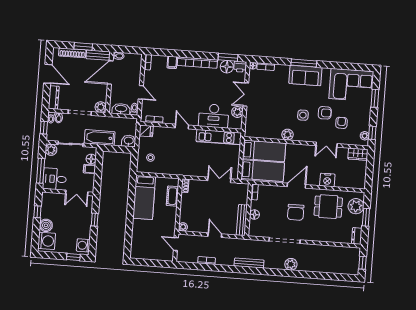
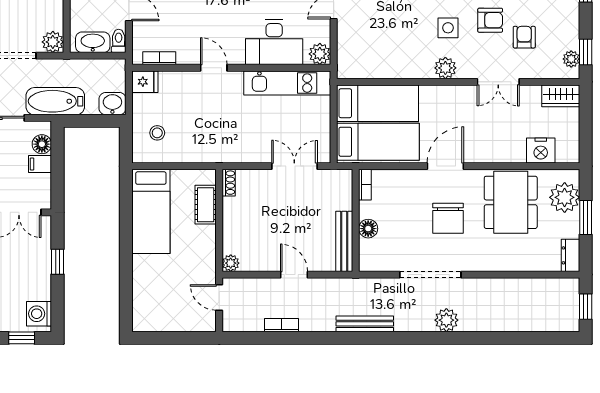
plant: (237, 112) -> (320, 54), moved
plant: (288, 135) -> (445, 68), moved
nightstand: (327, 180) -> (541, 151), moved
dining table: (328, 207) -> (511, 202), width x1.37

